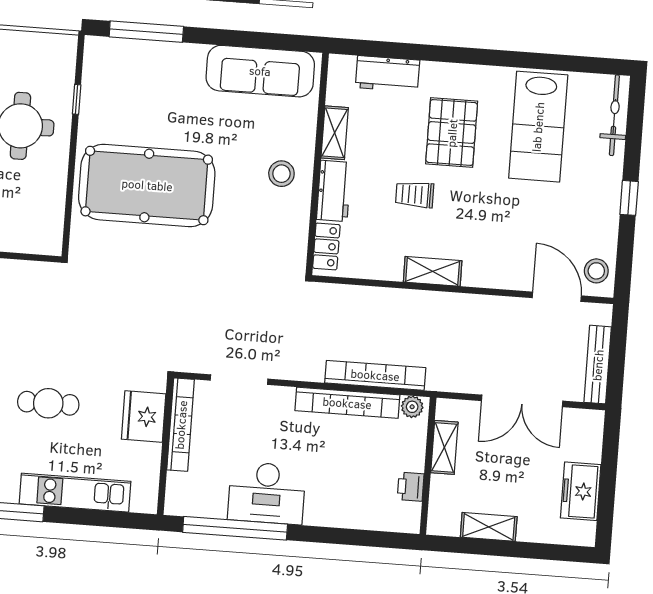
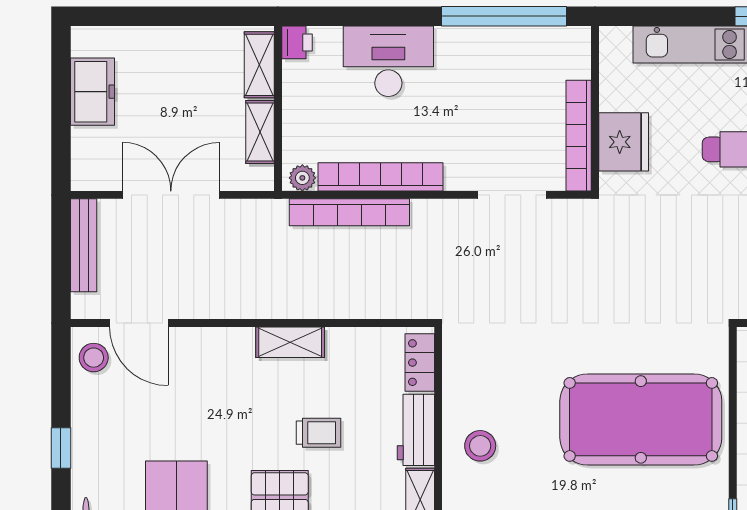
printer: (411, 487) -> (297, 42), moved
desk: (267, 493) -> (388, 61), moved
shelving: (489, 527) -> (259, 65), moved, turned 90

